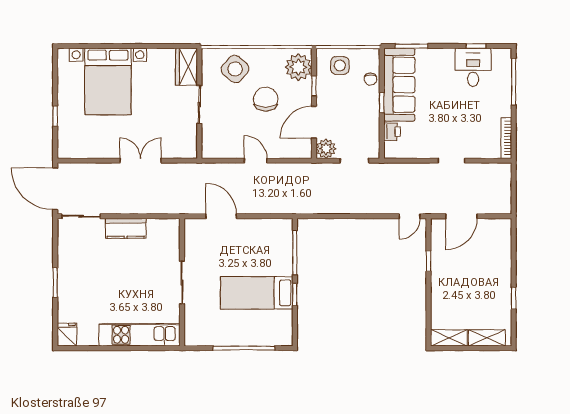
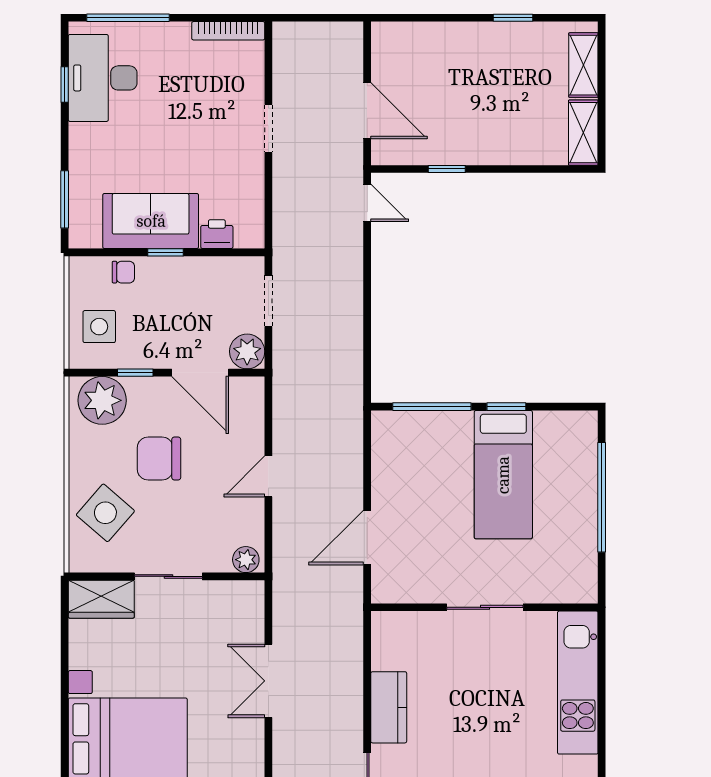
desk: (473, 67) -> (103, 78), width x1.37
sofa: (399, 85) -> (151, 221), width x0.73
plant: (209, 148) -> (246, 560), added

